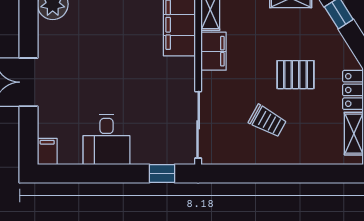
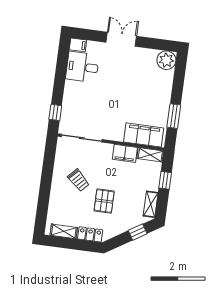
trolley: (267, 121) -> (78, 180), turned -75
desk: (106, 140) -> (82, 67), moved

